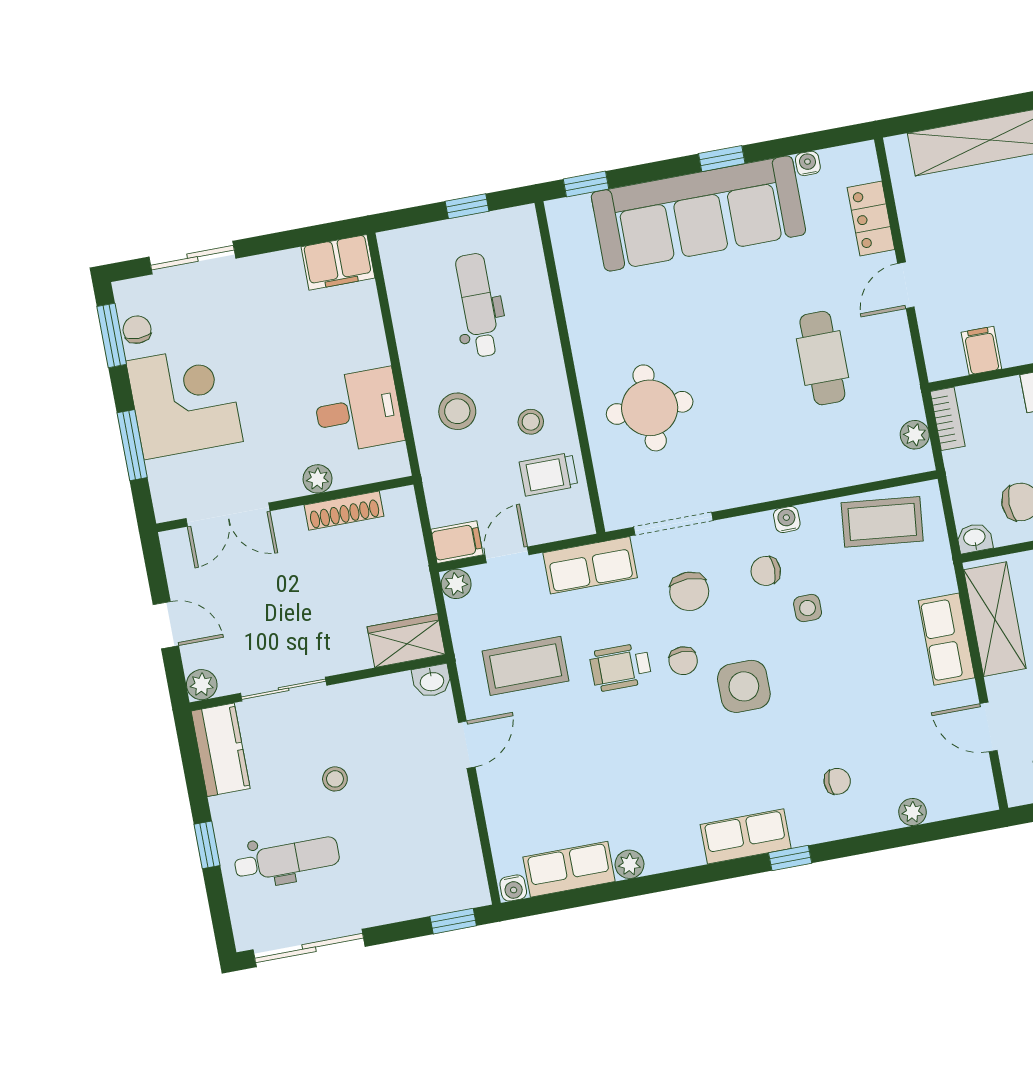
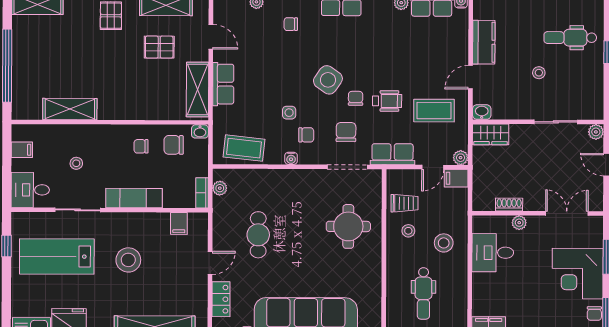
shoe rack: (344, 511) -> (509, 205), width x0.70
side table: (744, 686) -> (328, 80), turned 35
kitchen counter: (221, 750) -> (484, 42), moved, turned 180

